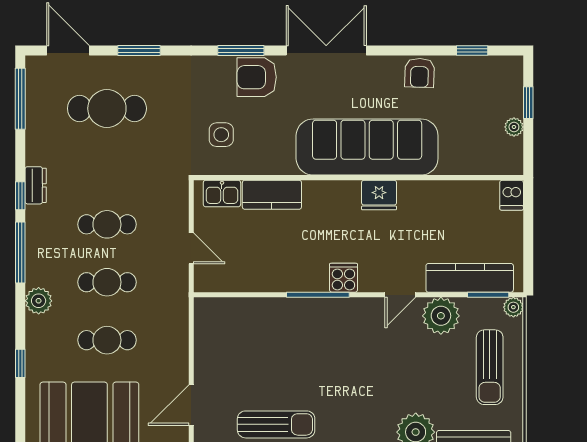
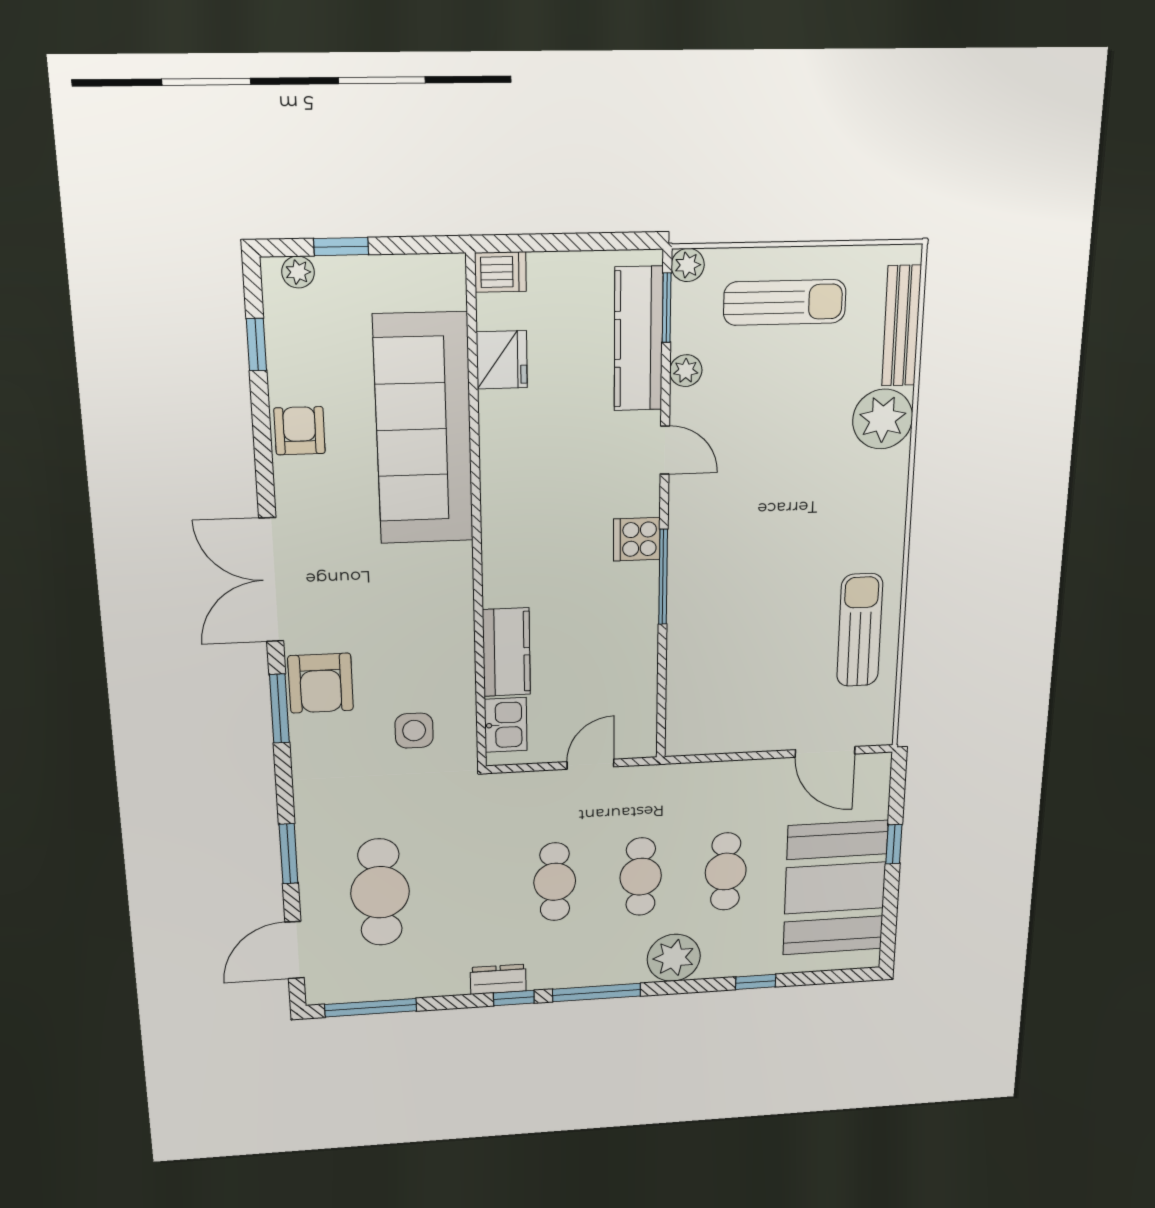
armchair: (420, 73) -> (300, 431), turned -92
plant: (514, 127) -> (298, 272), moved
sofa: (367, 147) -> (424, 429), moved
fridge: (379, 195) -> (502, 360), moved
plant: (39, 301) -> (674, 958), width x1.36, depth x1.36
plant: (441, 316) -> (686, 371), width x0.53, depth x0.53

